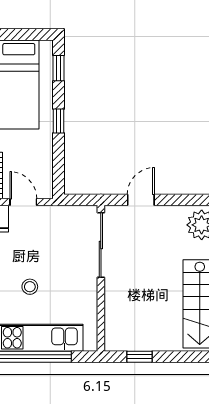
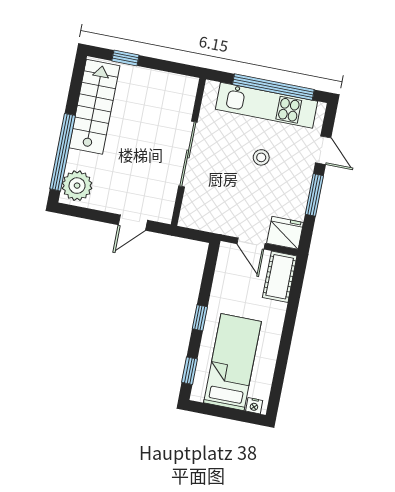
sliding door: (101, 245) -> (188, 154), moved
window: (140, 357) -> (125, 58), moved

